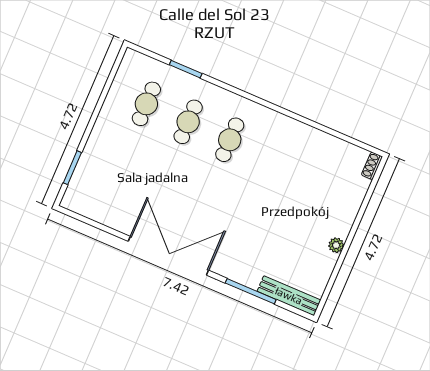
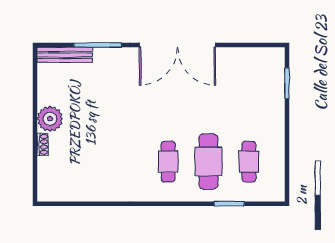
cafe table: (188, 122) -> (208, 162), width x1.37, depth x1.35
shoe rack: (372, 166) -> (43, 144), moved
plant: (336, 245) -> (50, 119), width x1.88, depth x1.88

